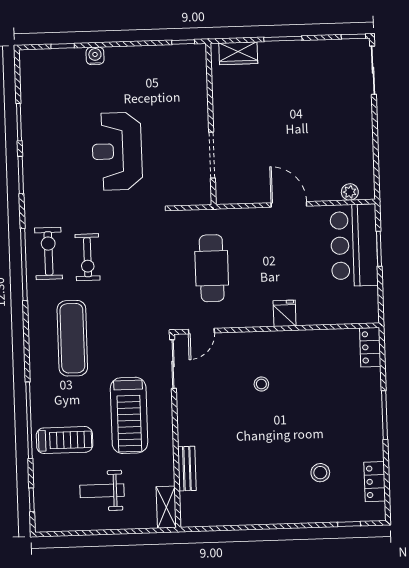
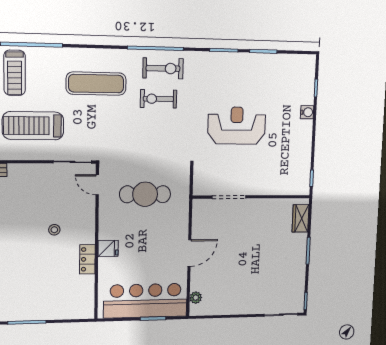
bar counter: (354, 245) -> (146, 301), width x1.36
locker: (370, 347) -> (87, 259), moved, turned -90

